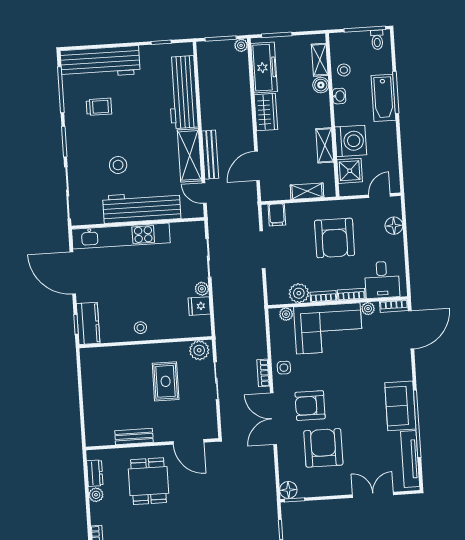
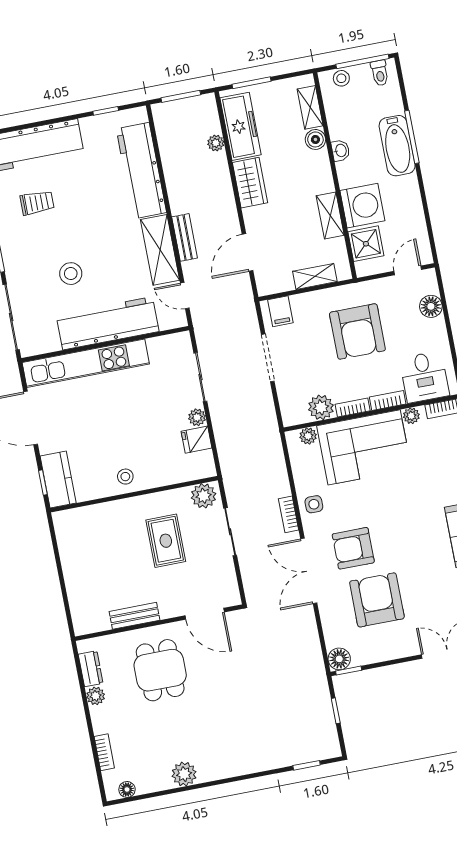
plant: (241, 45) -> (216, 143), moved
stool: (344, 70) -> (341, 78), moved
bench: (210, 155) -> (185, 237), width x0.73

